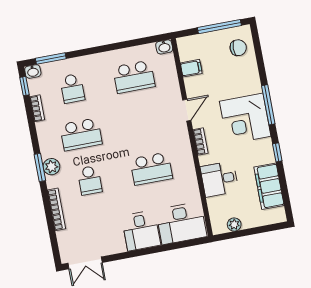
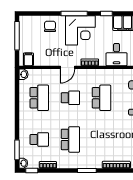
chair: (238, 48) -> (50, 26), moved
filing cabinet: (191, 68) -> (28, 59), moved
door: (187, 110) -> (68, 67), swing flipped
plant: (51, 167) -> (88, 163), removed
school desk: (90, 180) -> (70, 98), moved

